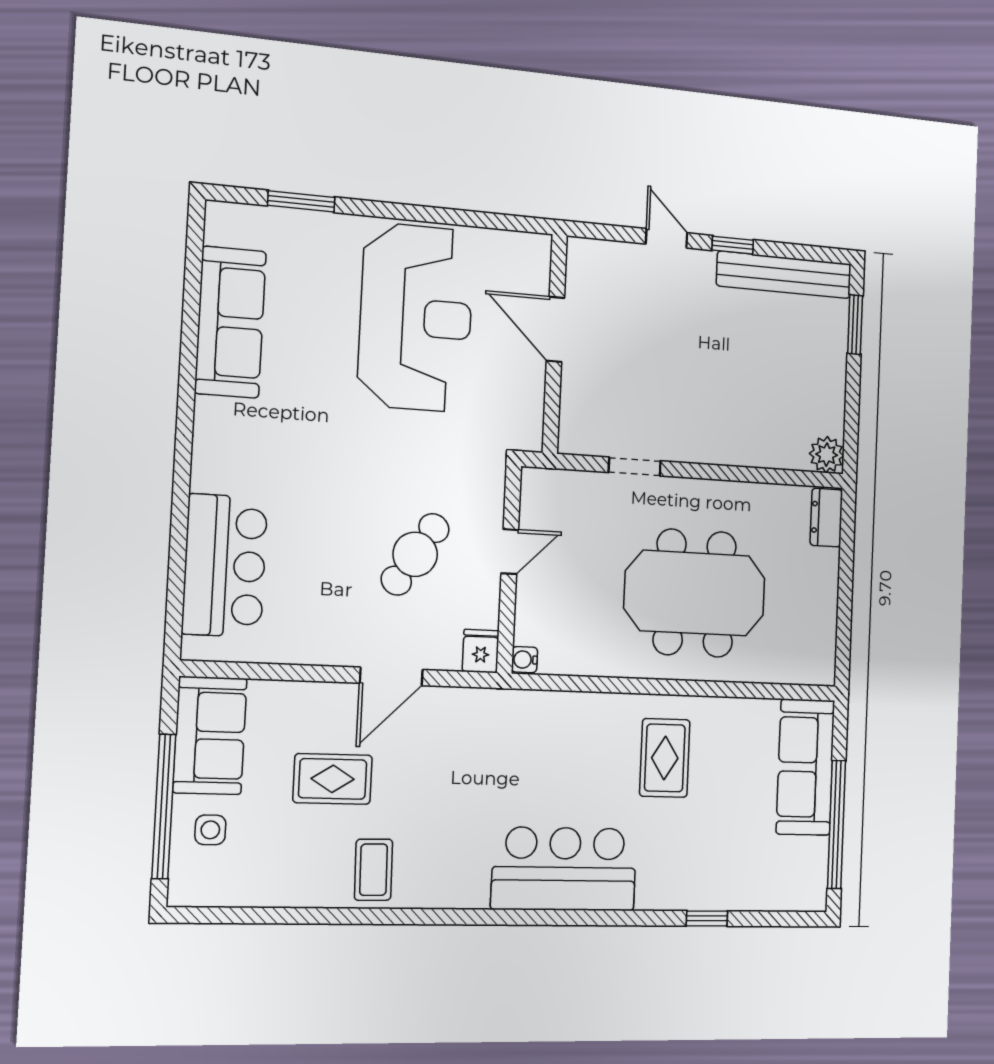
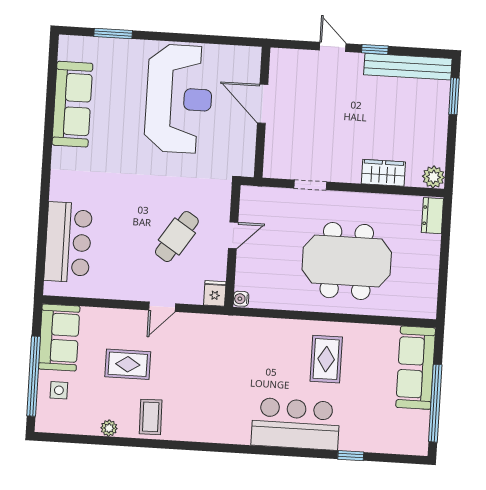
wardrobe: (750, 447) -> (383, 173), added
door: (391, 676) -> (162, 307), width x0.73
bar counter: (564, 869) -> (296, 424), moved
plant: (301, 893) -> (109, 428), added

